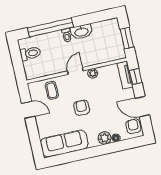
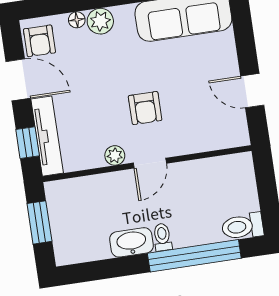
toilet: (30, 53) -> (243, 226), moved
tv unit: (125, 75) -> (47, 136), width x1.41
coffee table: (52, 90) -> (201, 127), removed
armchair: (82, 108) -> (145, 108), moved

